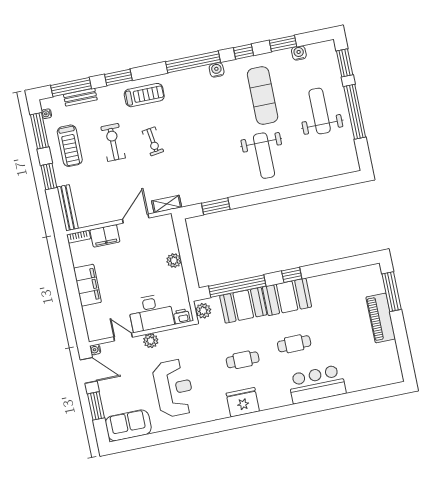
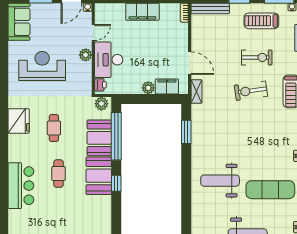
exercise bike: (153, 141) -> (251, 91), width x1.38, depth x1.39
filing cabinet: (105, 236) -> (167, 86), moved, turned 90
reception desk: (174, 388) -> (42, 66), turned 180

